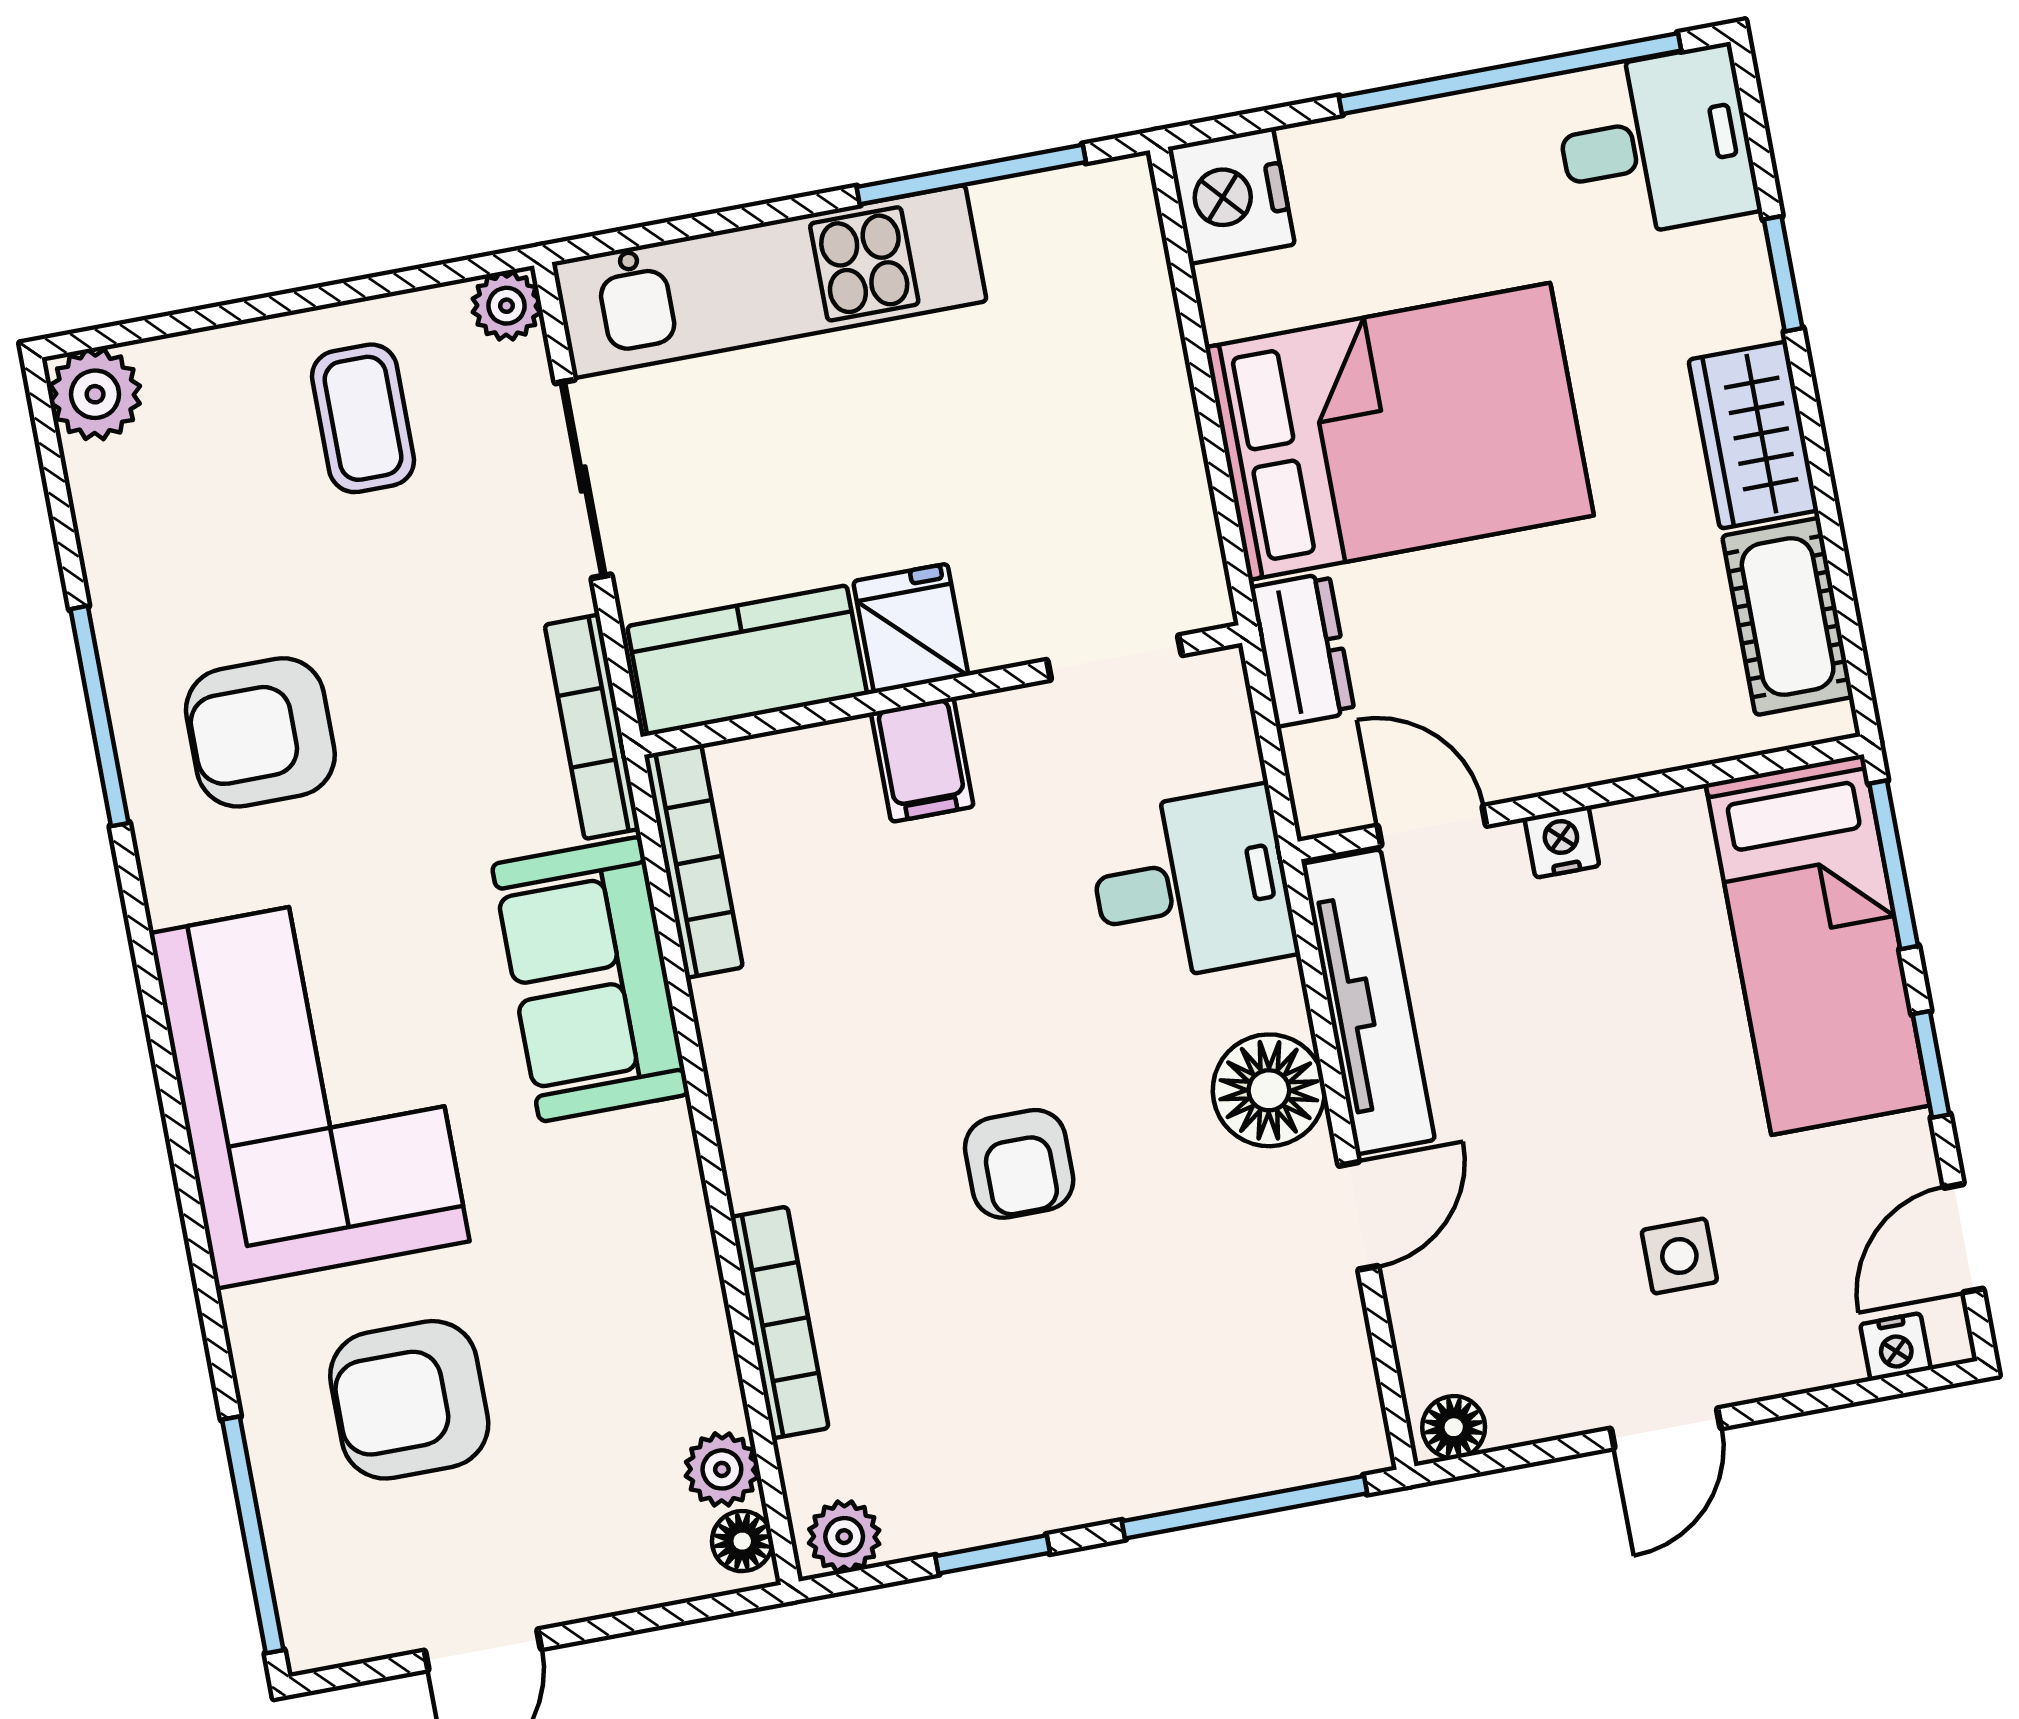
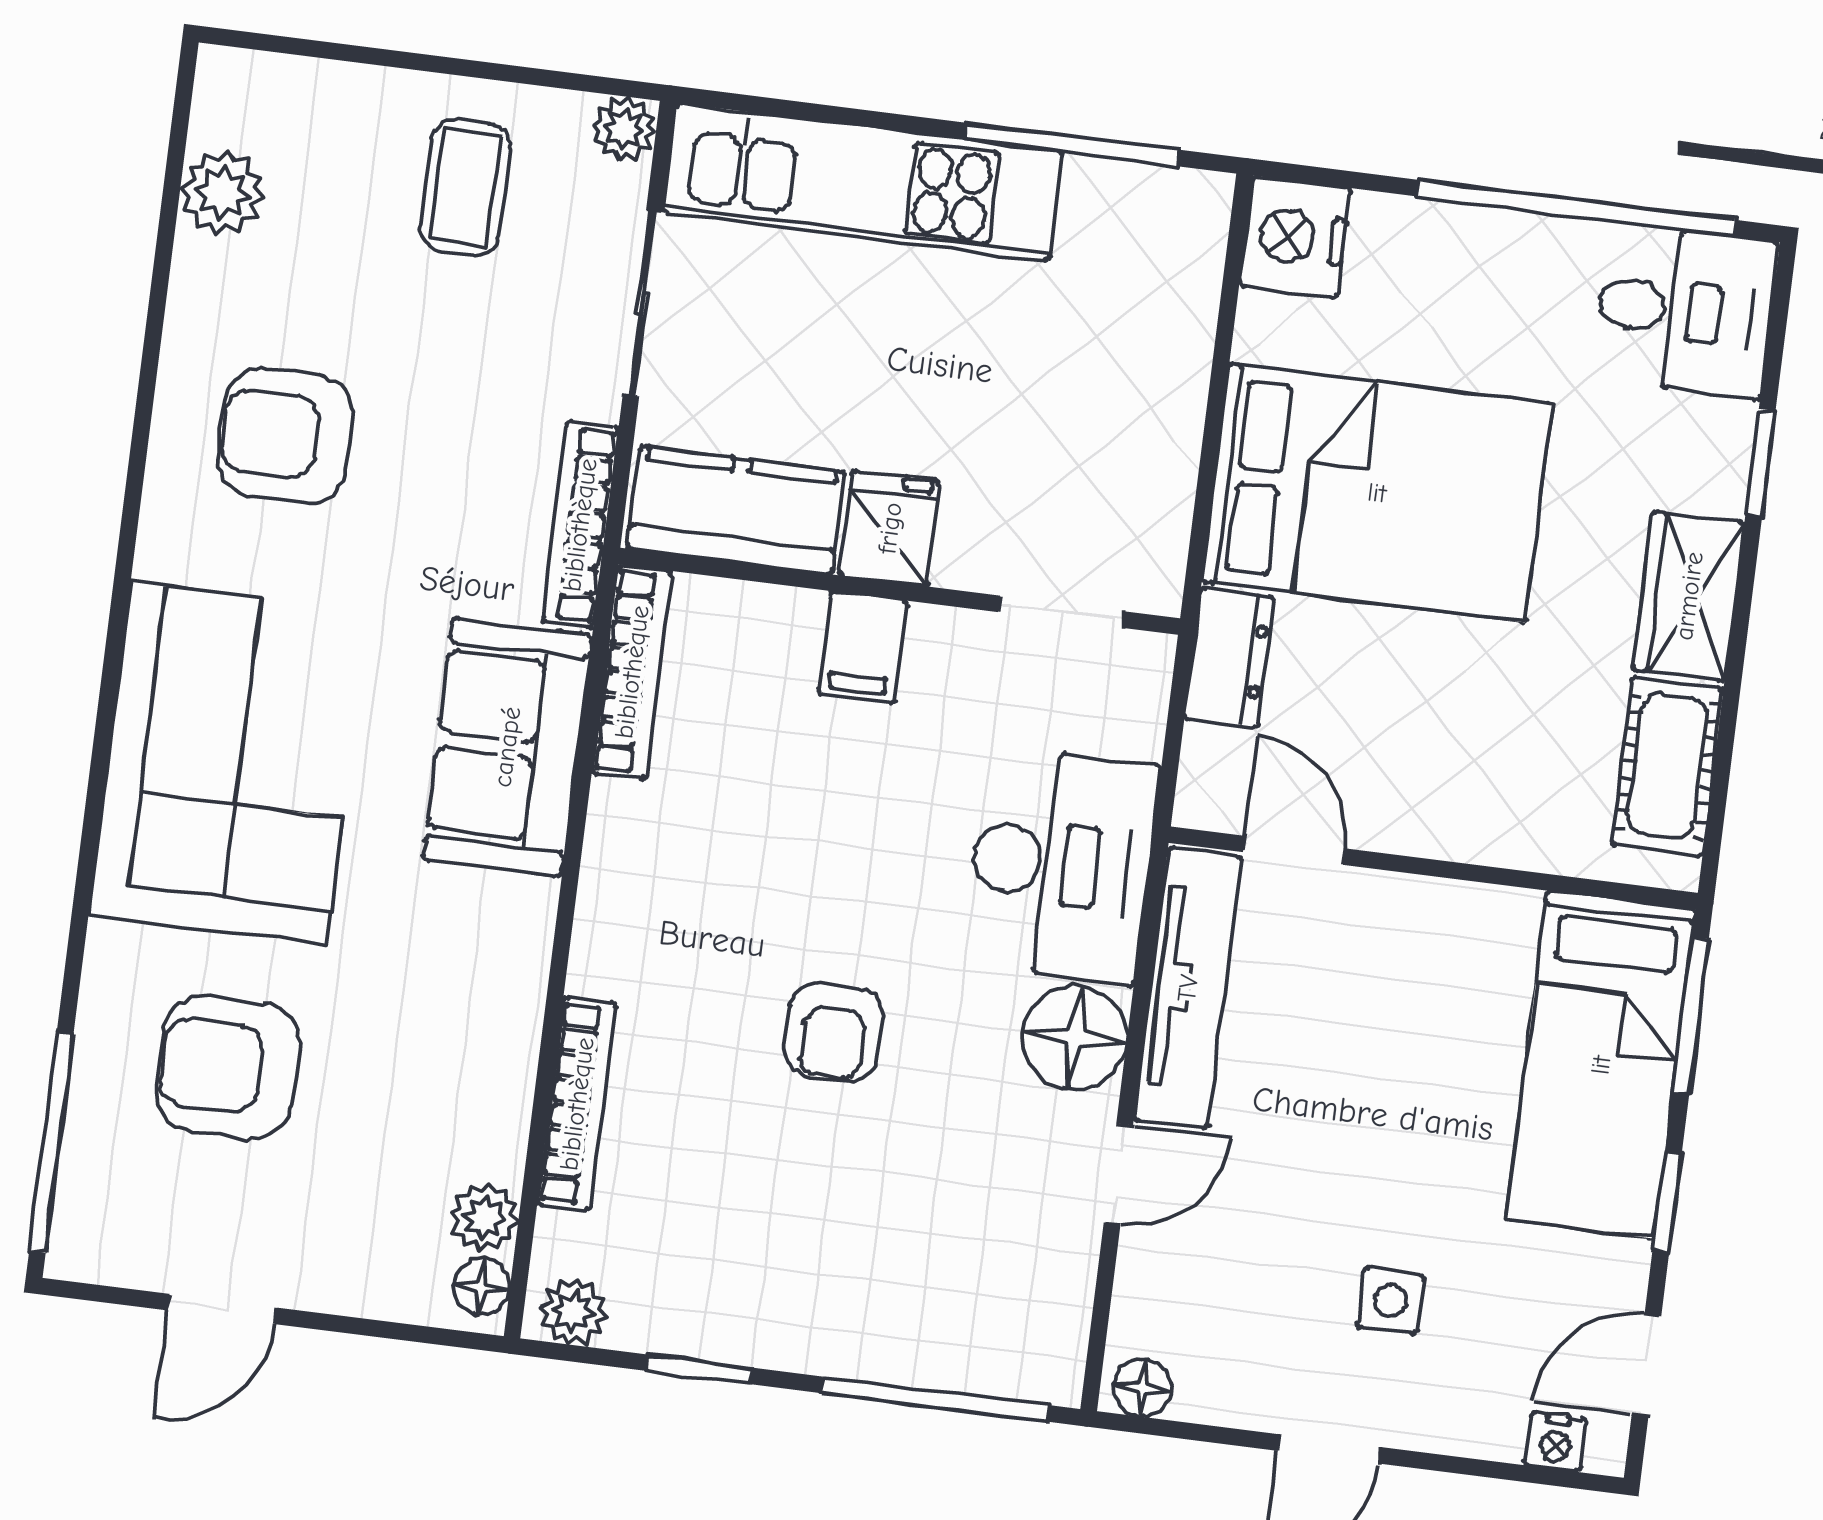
plant: (95, 394) -> (223, 193), moved
window: (99, 716) -> (148, 376), removed
nightstand: (1562, 842) -> (1404, 901), removed
desk: (1192, 885) -> (1061, 865), width x1.37

